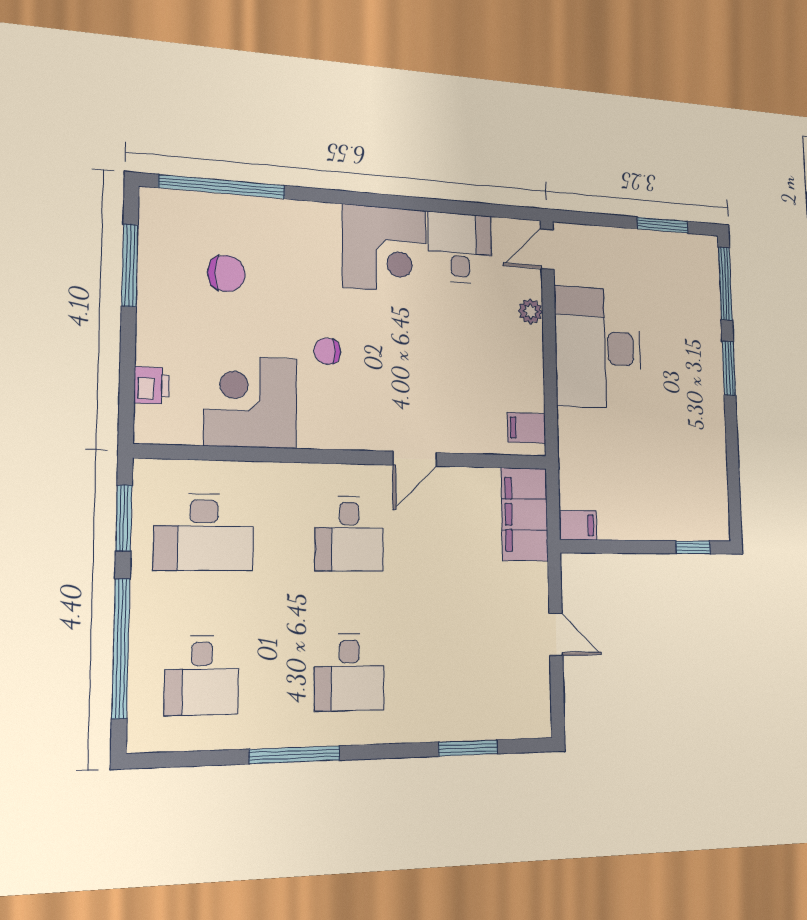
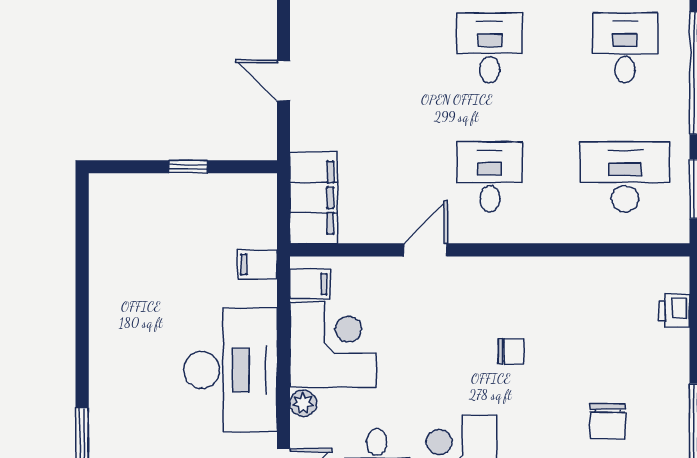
chair: (226, 273) -> (608, 421), turned -90
window: (729, 368) -> (82, 356), removed
corner desk: (251, 402) -> (333, 345), moved, turned -90
filing cabinet: (578, 525) -> (258, 264), moved
window: (693, 547) -> (188, 167), moved

